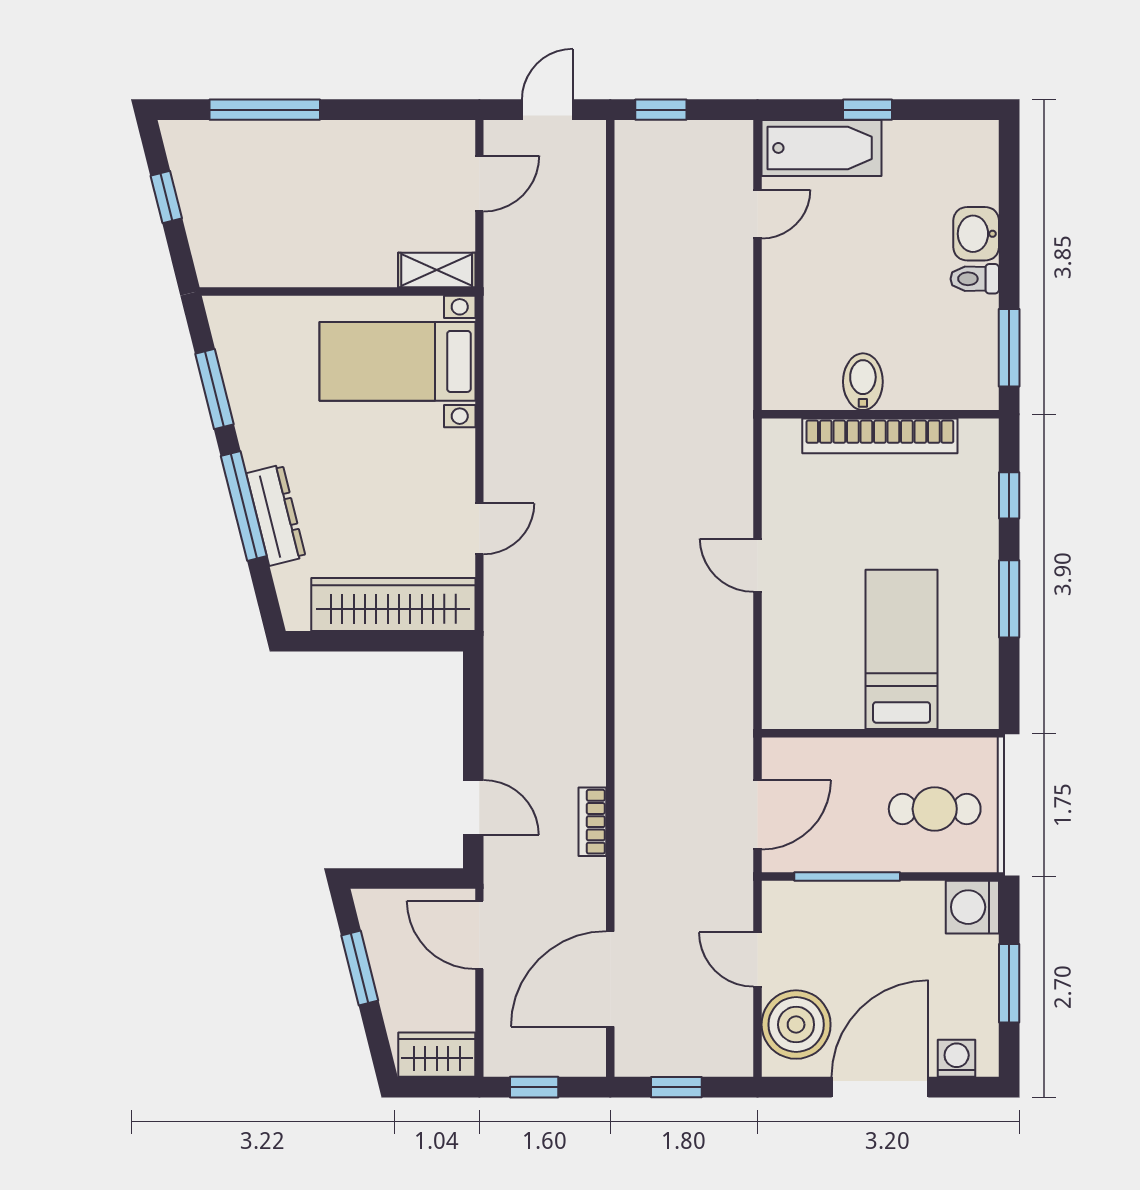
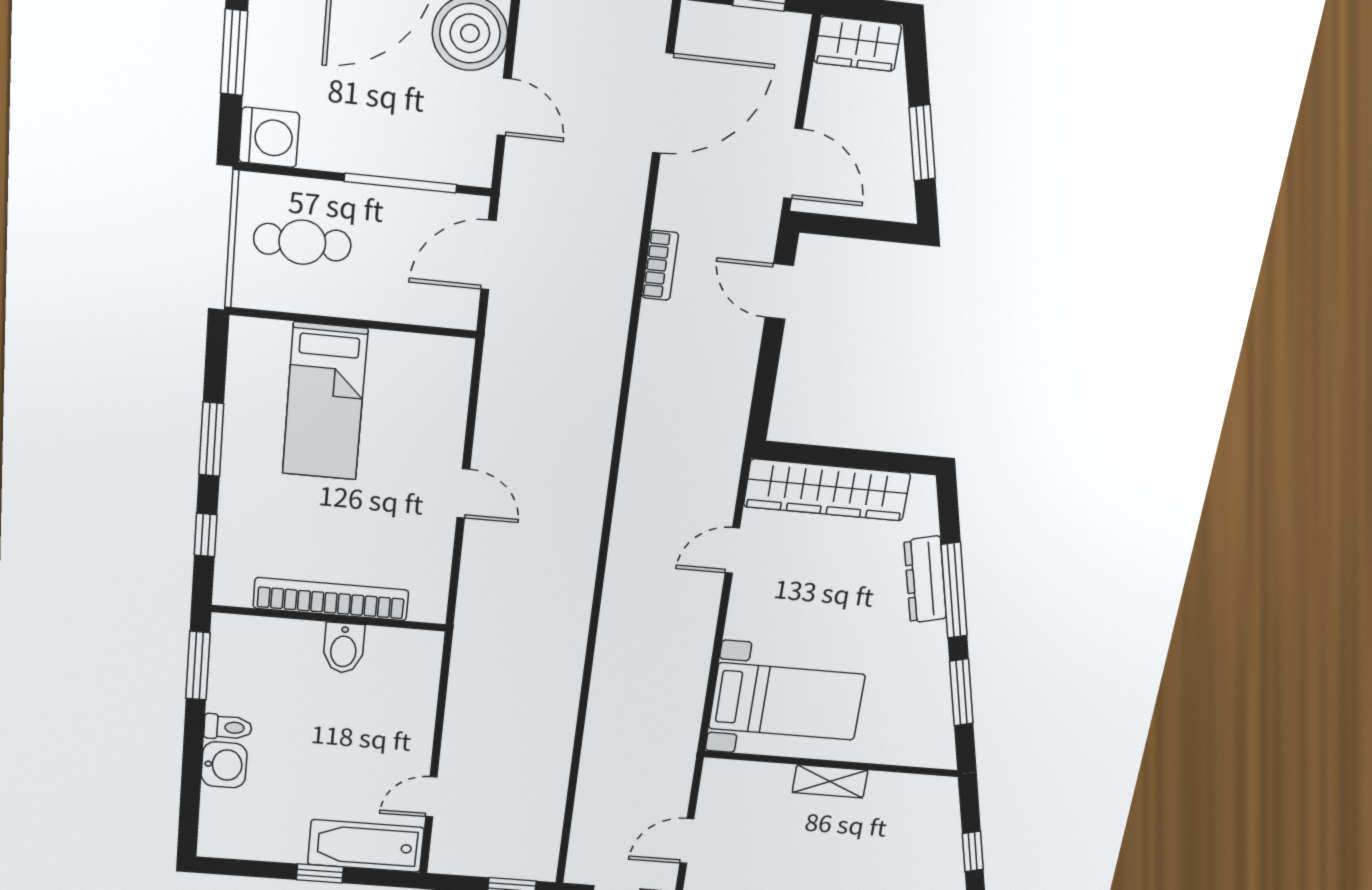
shelving: (437, 270) -> (830, 781), moved

